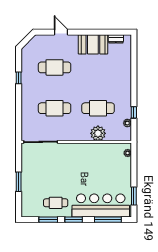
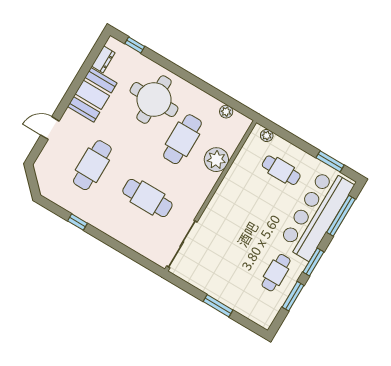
round table: (110, 80) -> (154, 100), added
cafe table: (55, 108) -> (147, 198), turned 90
window: (134, 112) -> (135, 45), moved
cafe table: (113, 172) -> (281, 170), added

